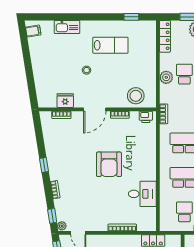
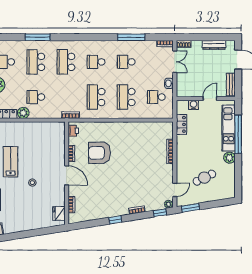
plant: (166, 77) -> (23, 113), moved
stool: (136, 96) -> (55, 140), removed
fridge: (65, 101) -> (59, 213), moved
armchair: (109, 164) -> (99, 153), moved, turned 180
desk: (142, 194) -> (141, 134), removed

